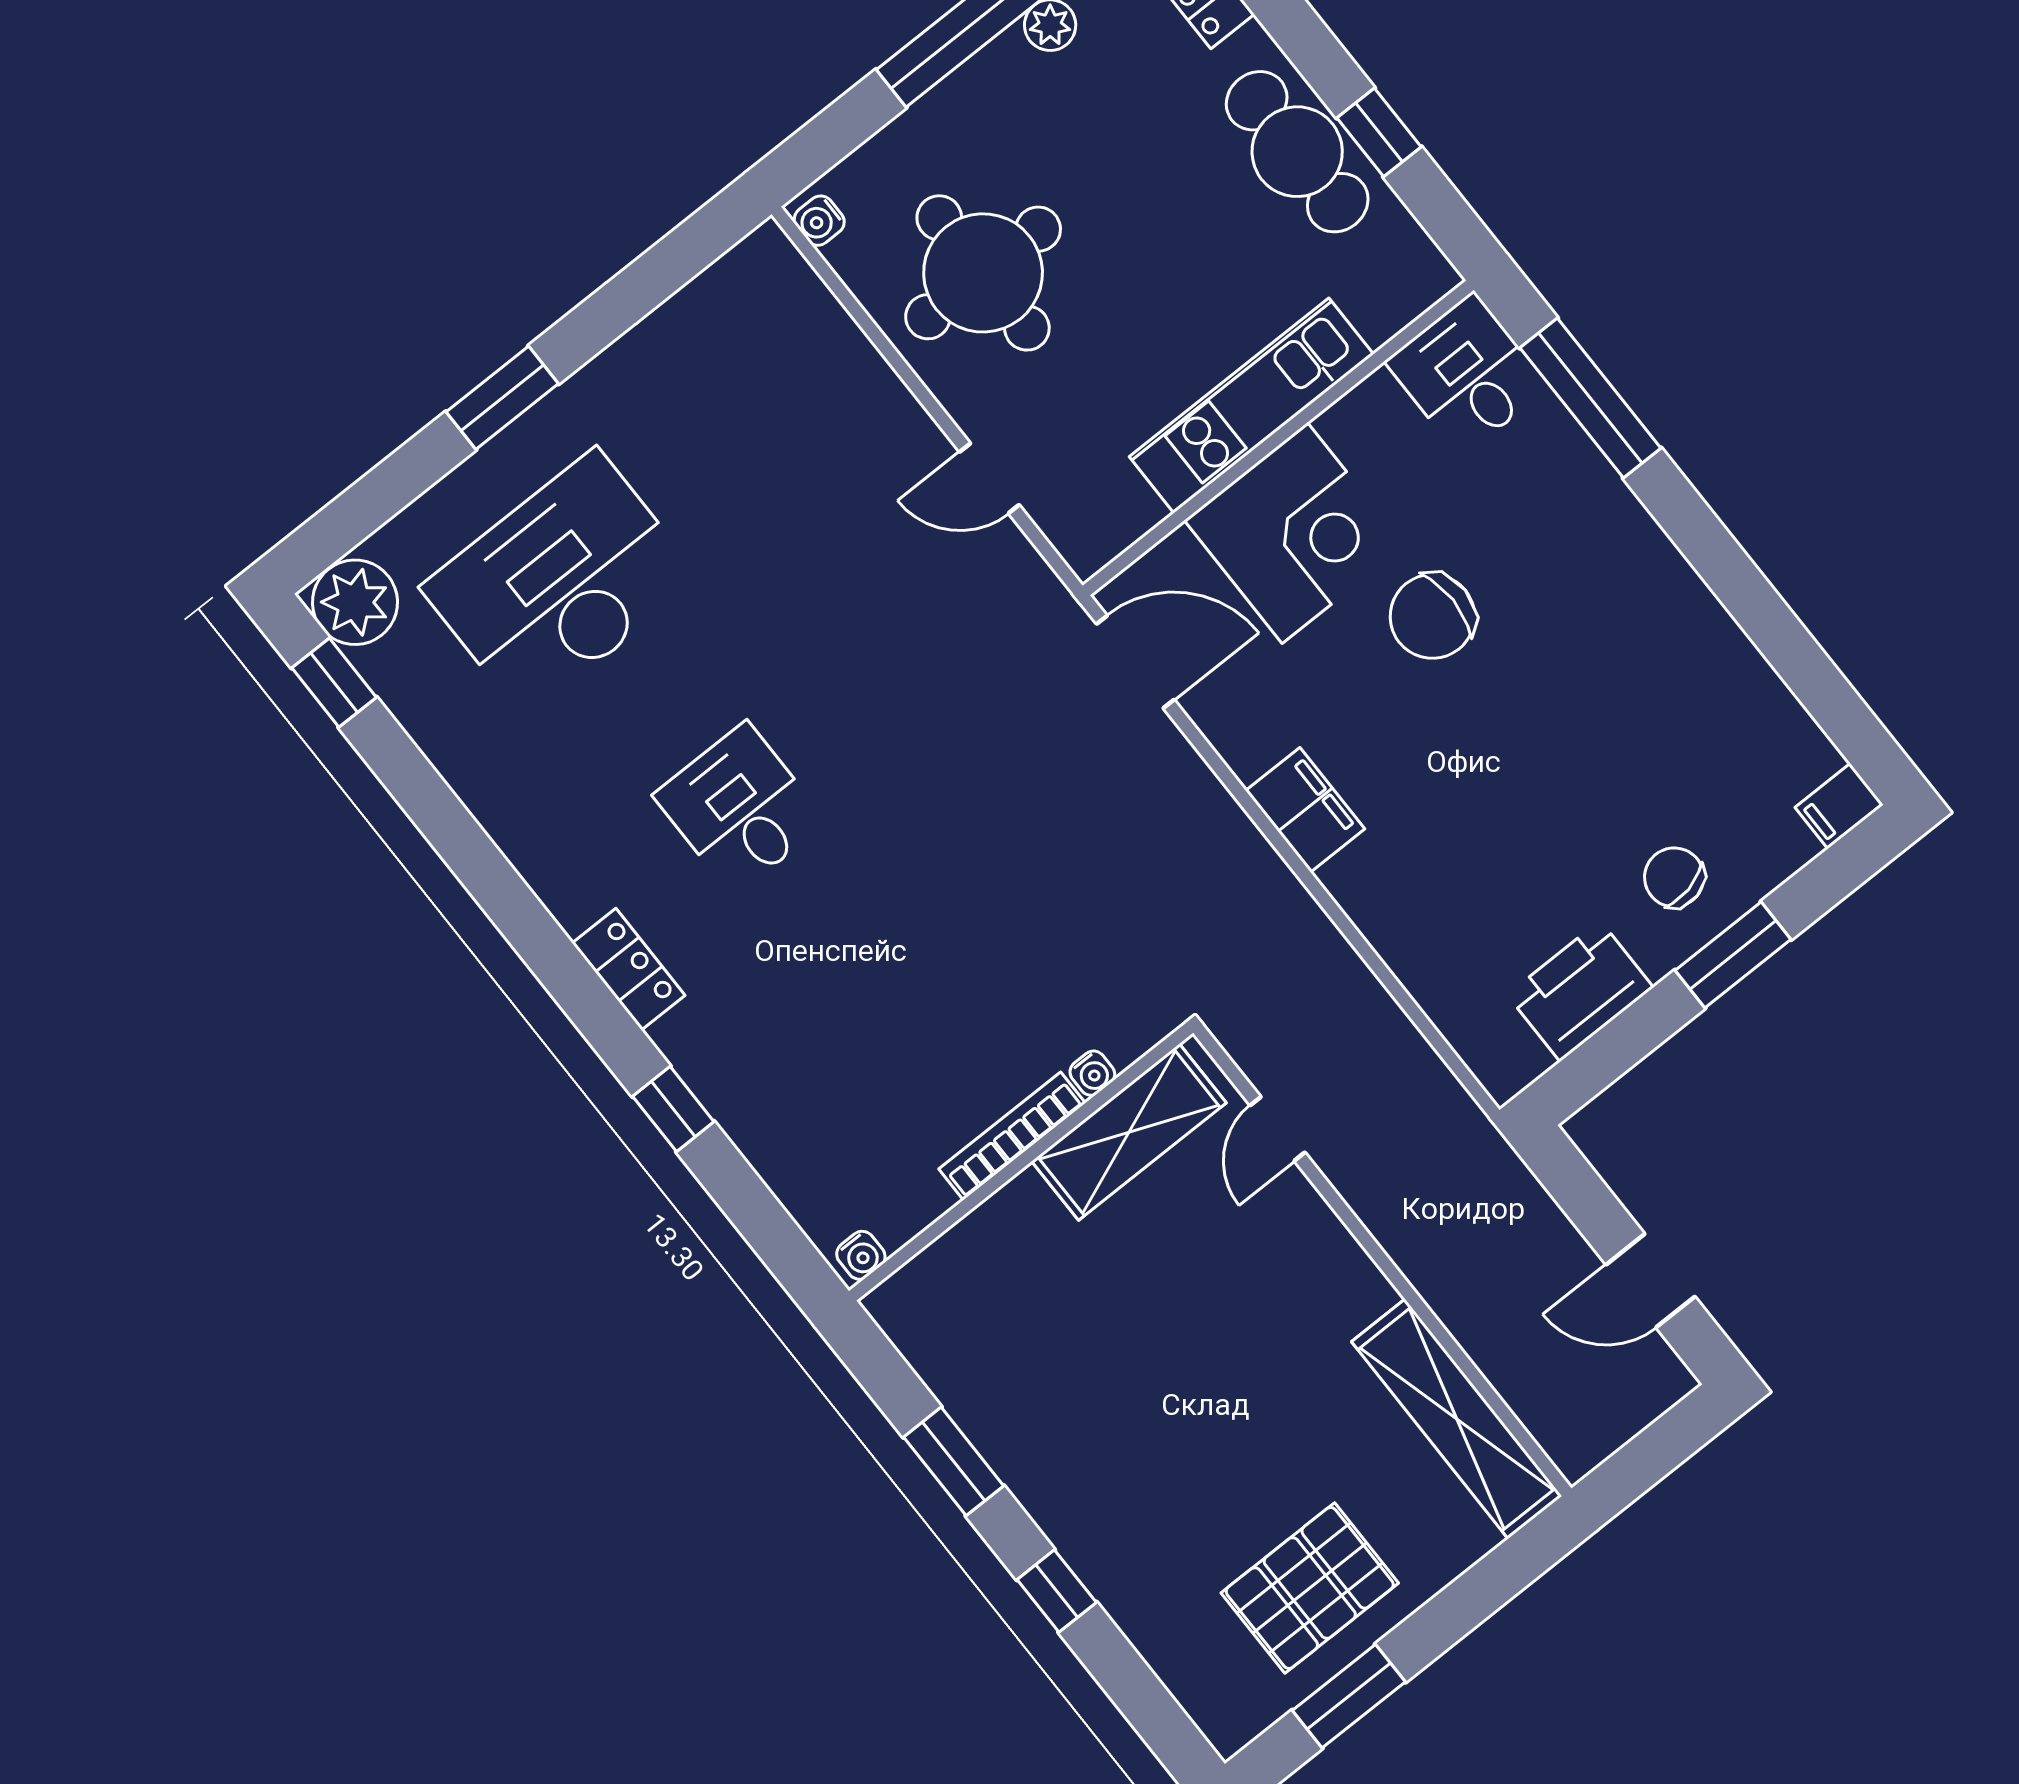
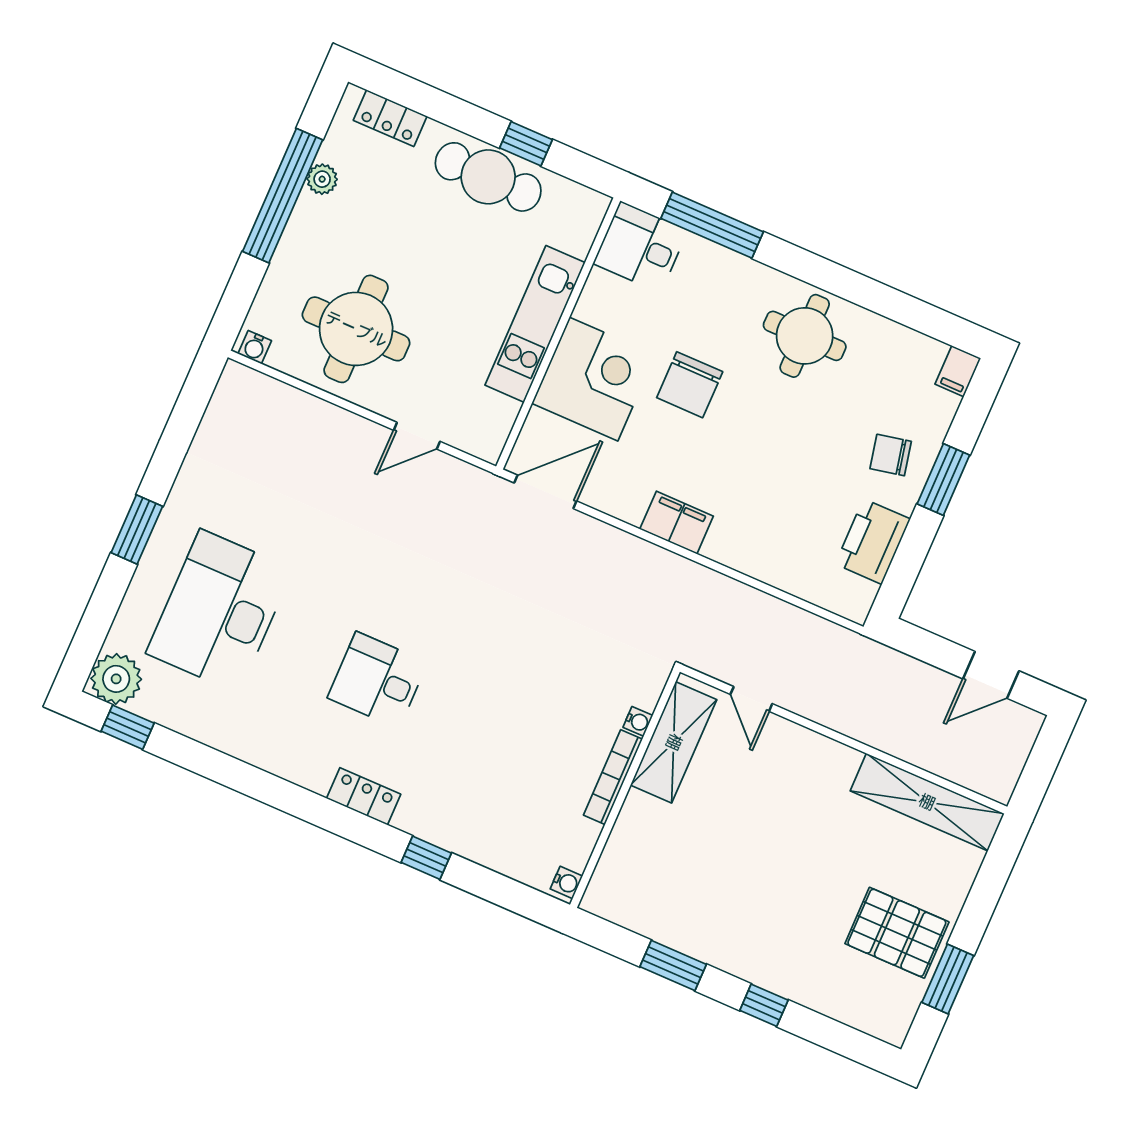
round table: (1640, 634) -> (805, 336), added
pallet: (1310, 1588) -> (897, 933), turned 90

